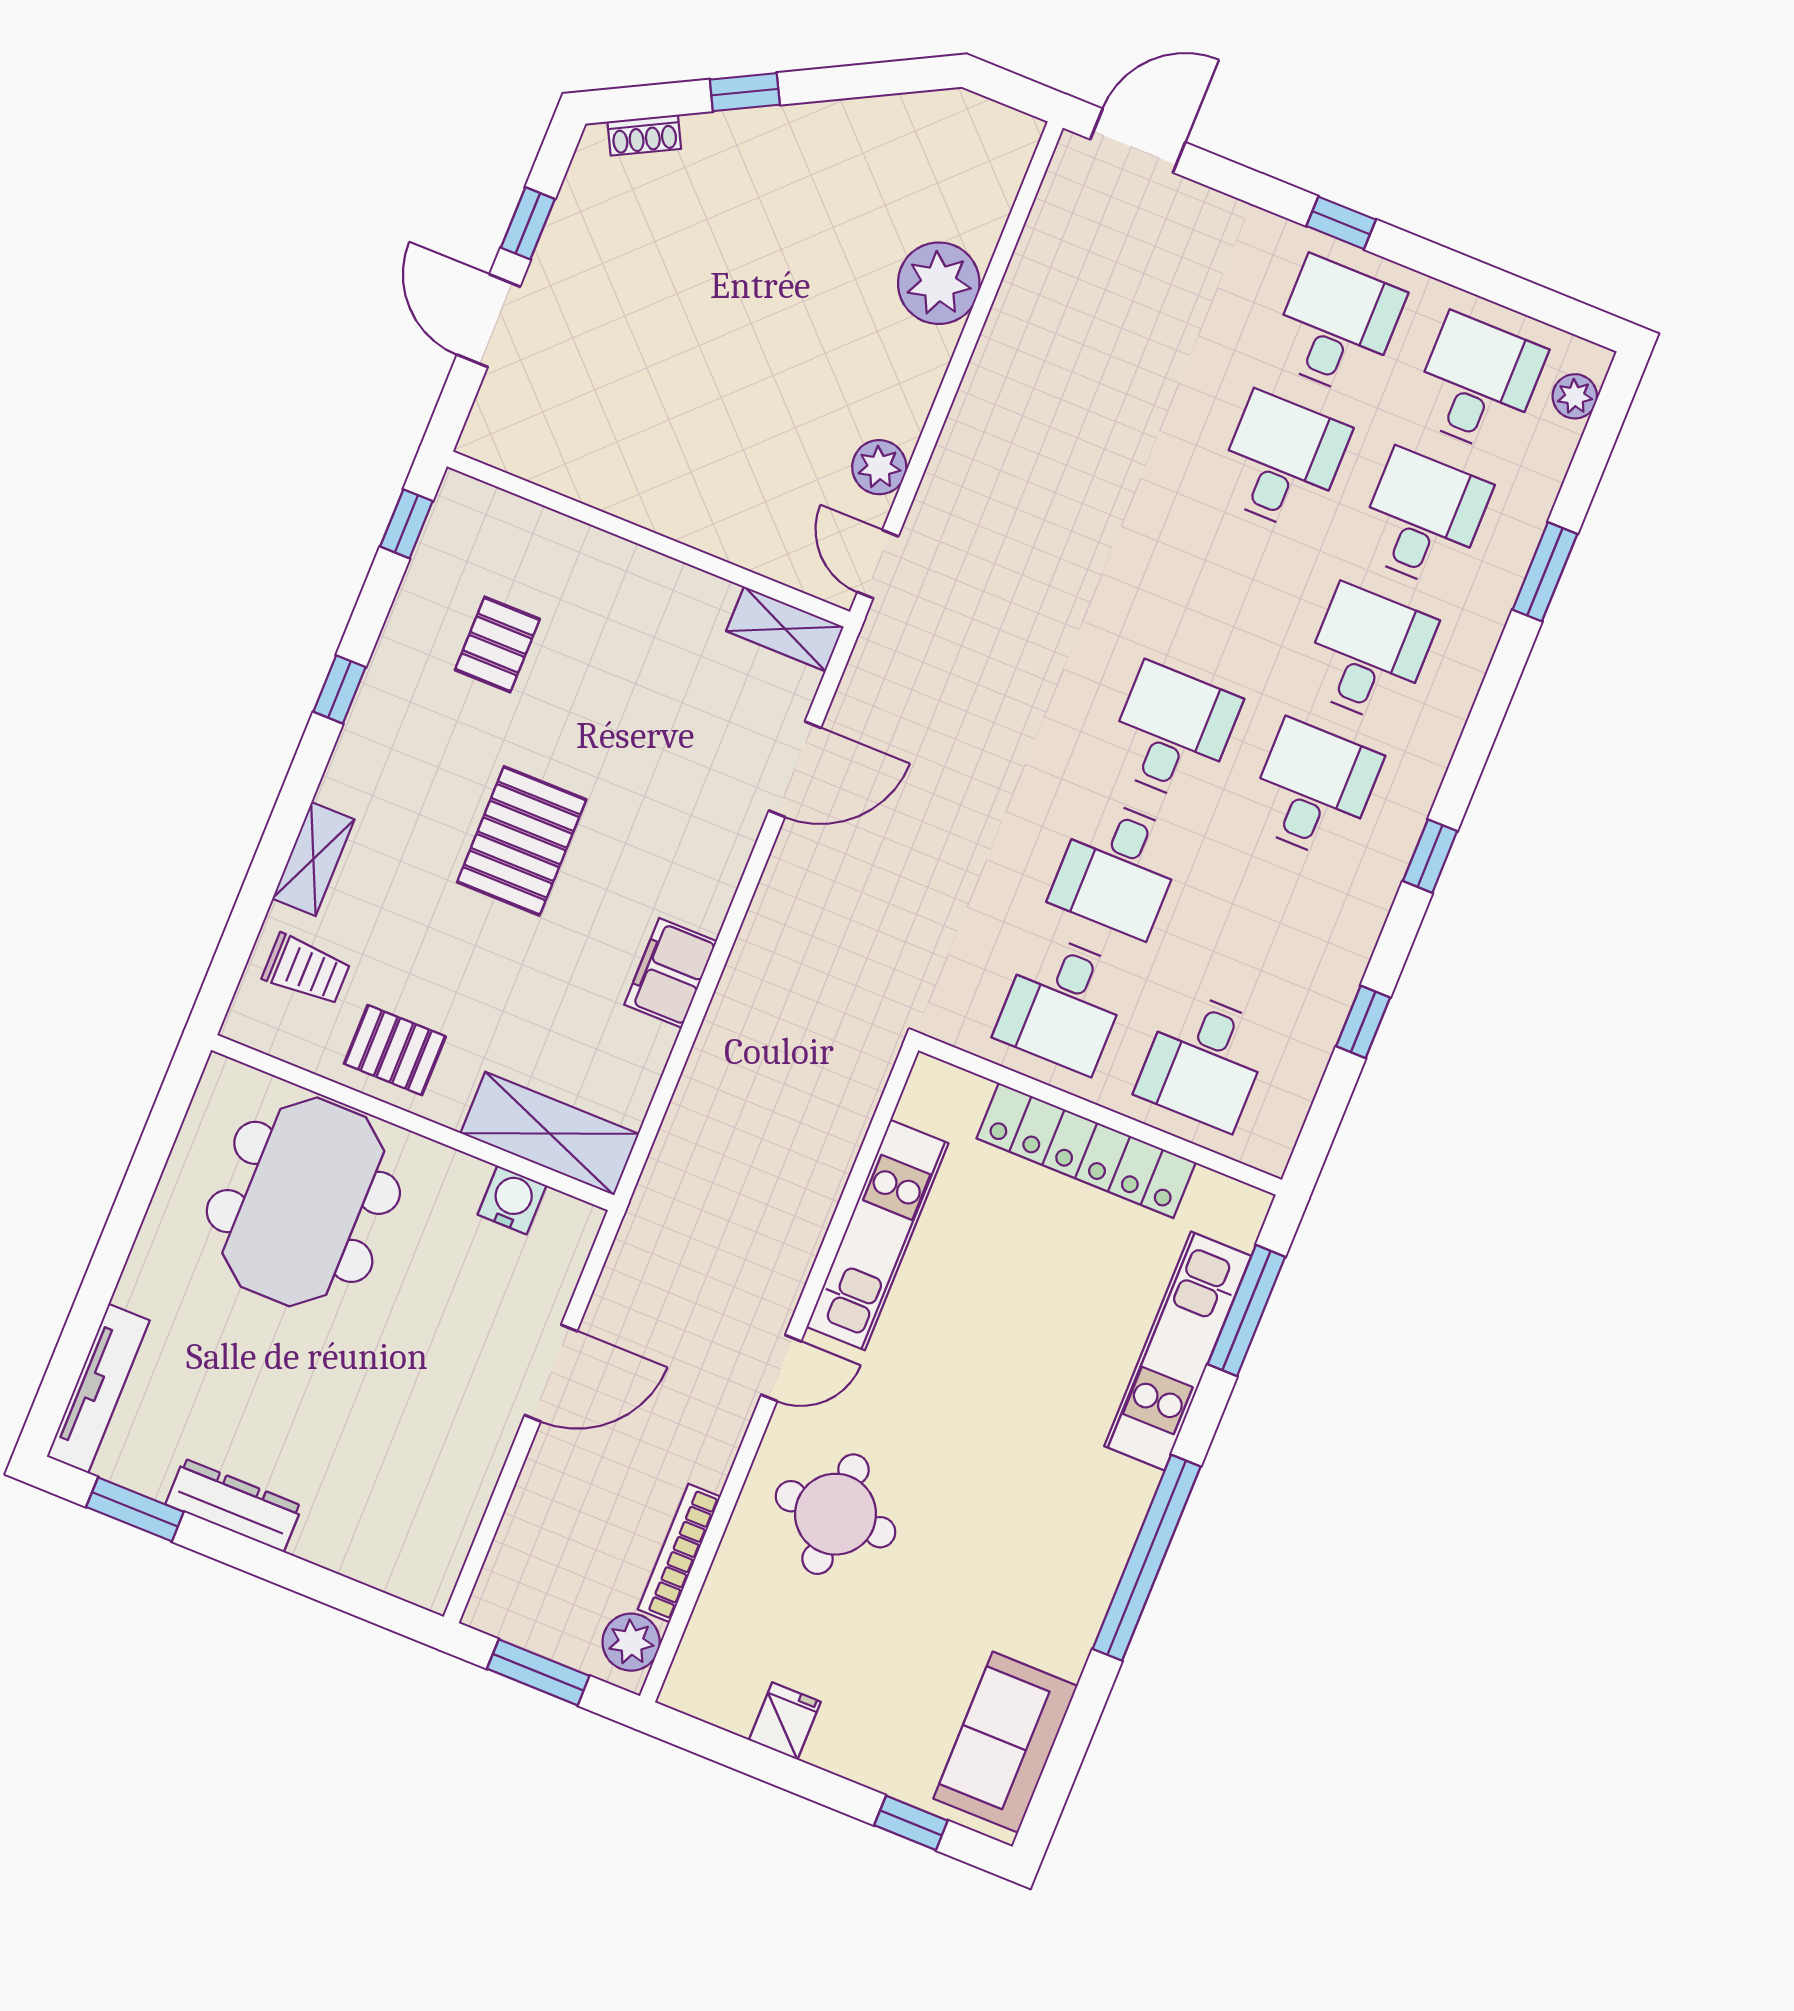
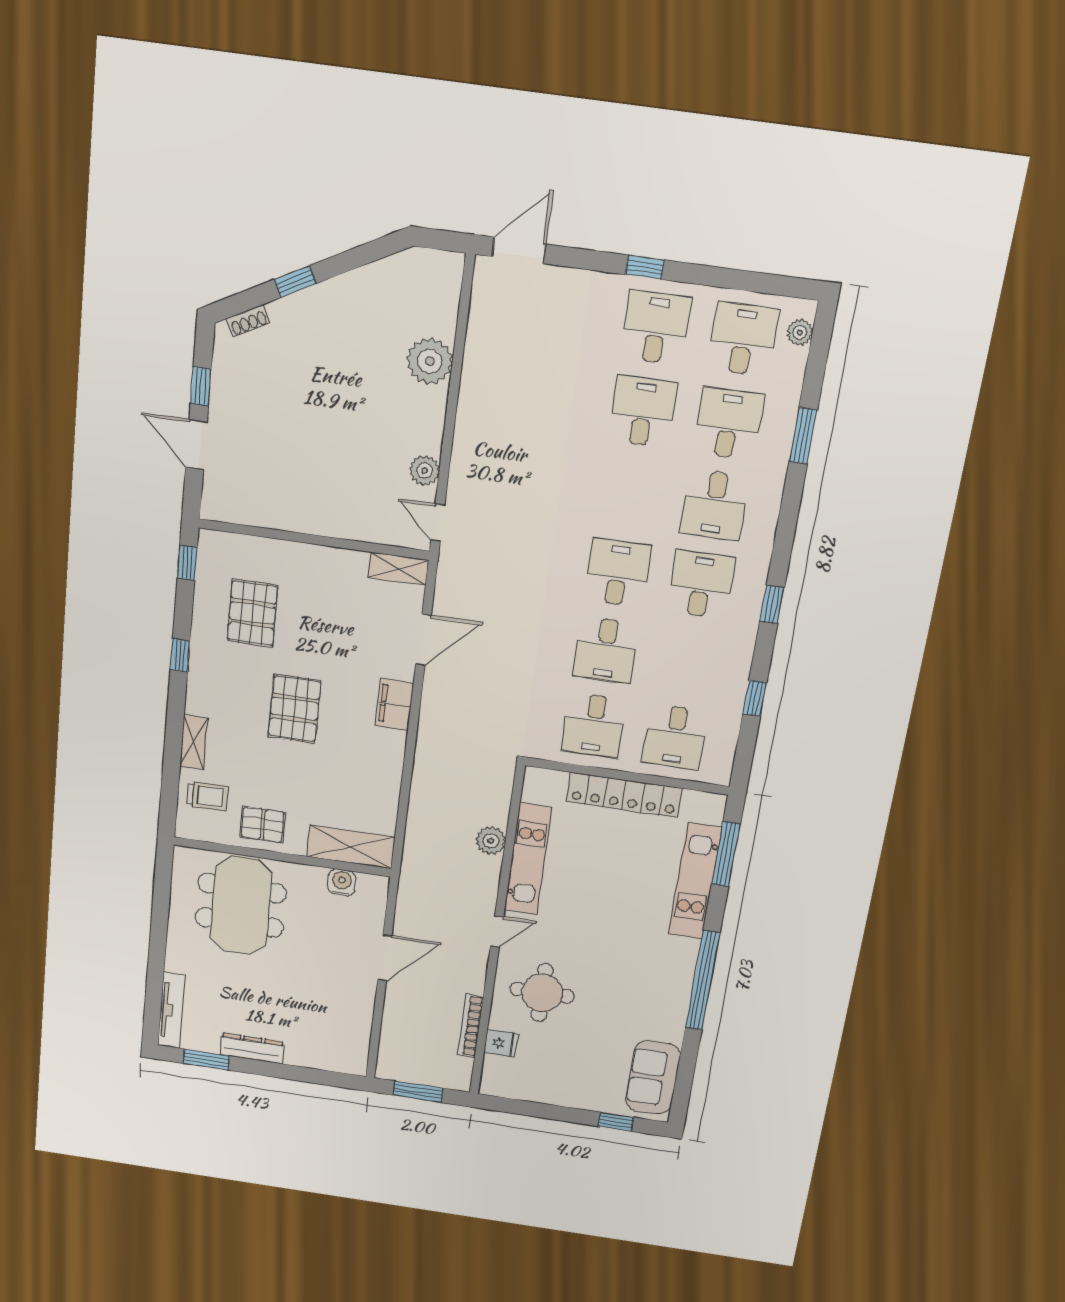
pallet: (497, 645) -> (252, 613), width x1.50, depth x1.42
desk: (1368, 654) -> (714, 505), turned 180
filing cabinet: (671, 973) -> (395, 705), moved
plant: (631, 1642) -> (491, 841), moved
fridge: (785, 1721) -> (501, 1043), moved, turned 90

